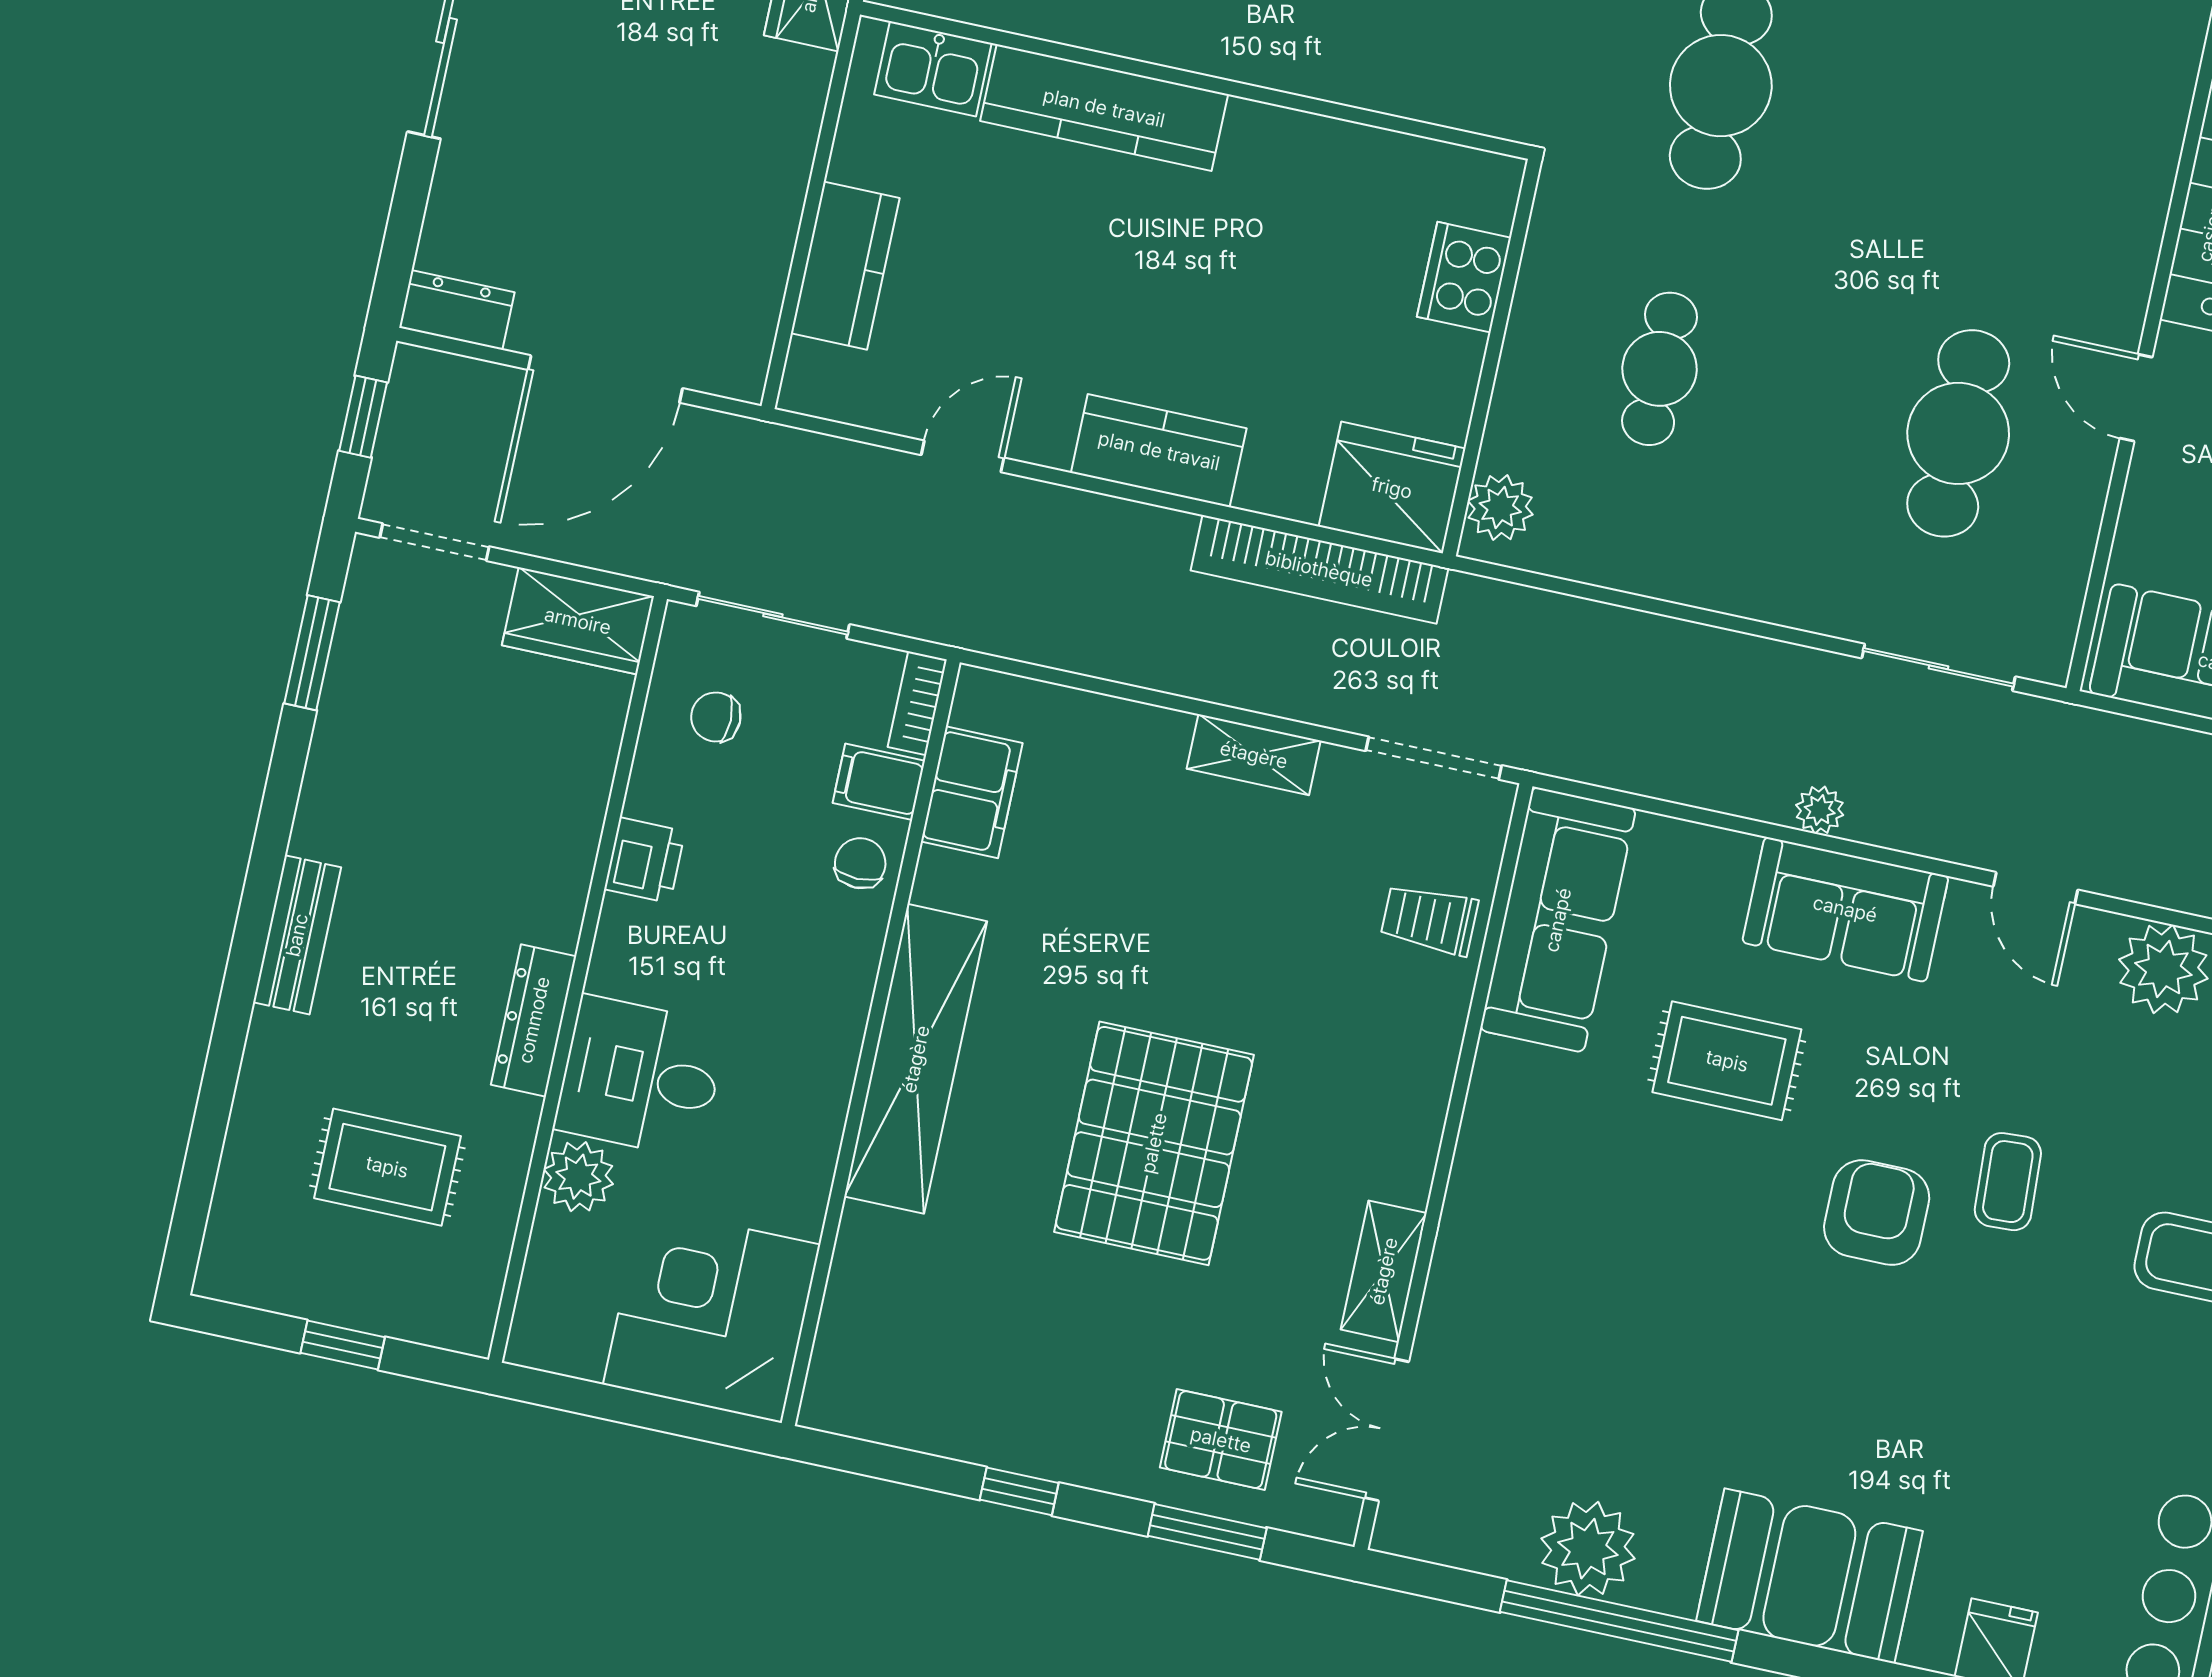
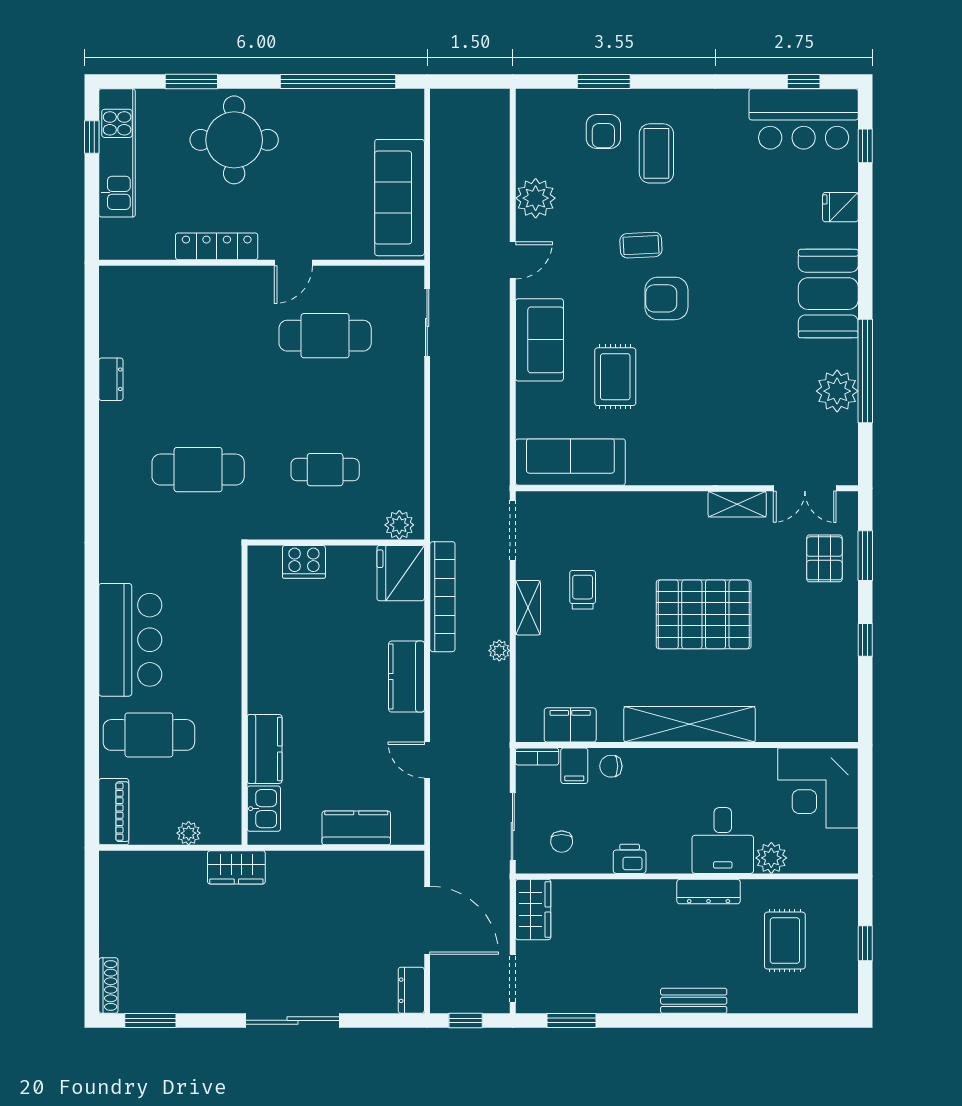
kitchen counter: (1104, 108) -> (265, 749), width x0.67
plant: (1820, 810) -> (499, 651), moved
trolley: (1429, 919) -> (583, 590), moved, turned 180

